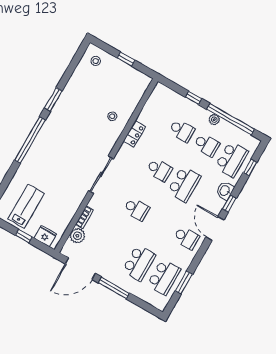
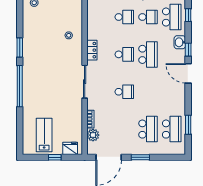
locker: (134, 134) -> (92, 50), moved
school desk: (186, 238) -> (172, 92), removed
window: (114, 288) -> (140, 157), width x0.69

